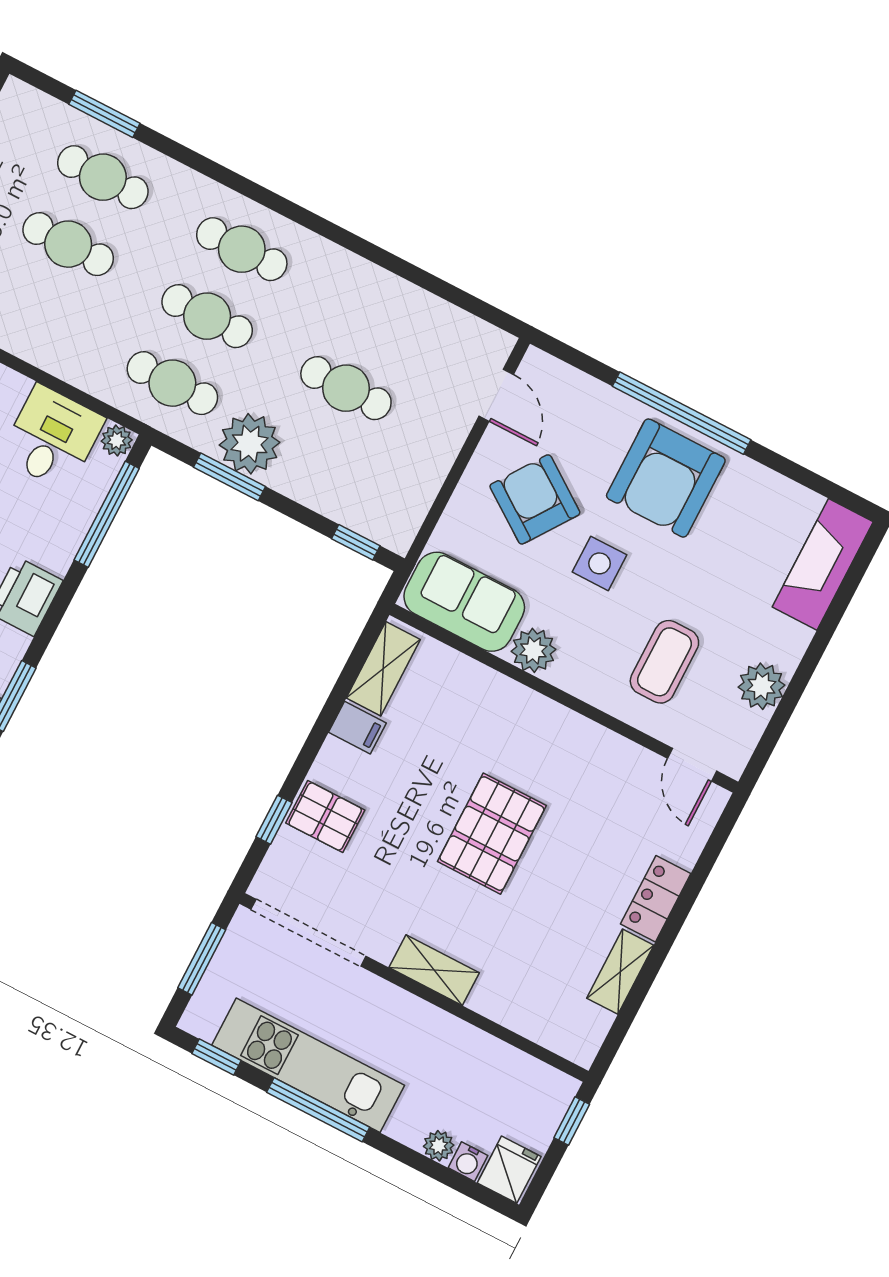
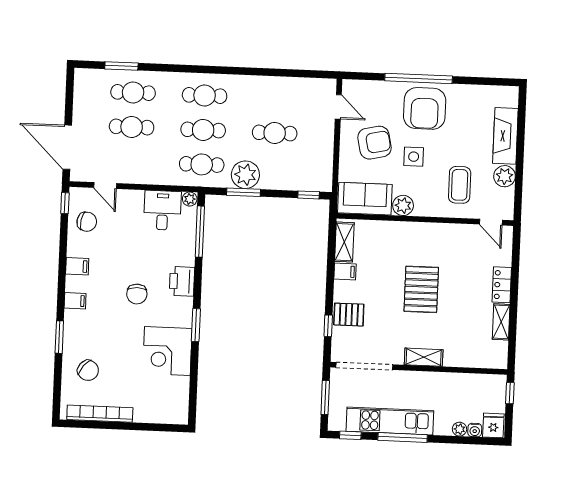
armchair: (535, 499) -> (374, 143), turned 133
fireplace: (823, 564) -> (505, 136), moved

